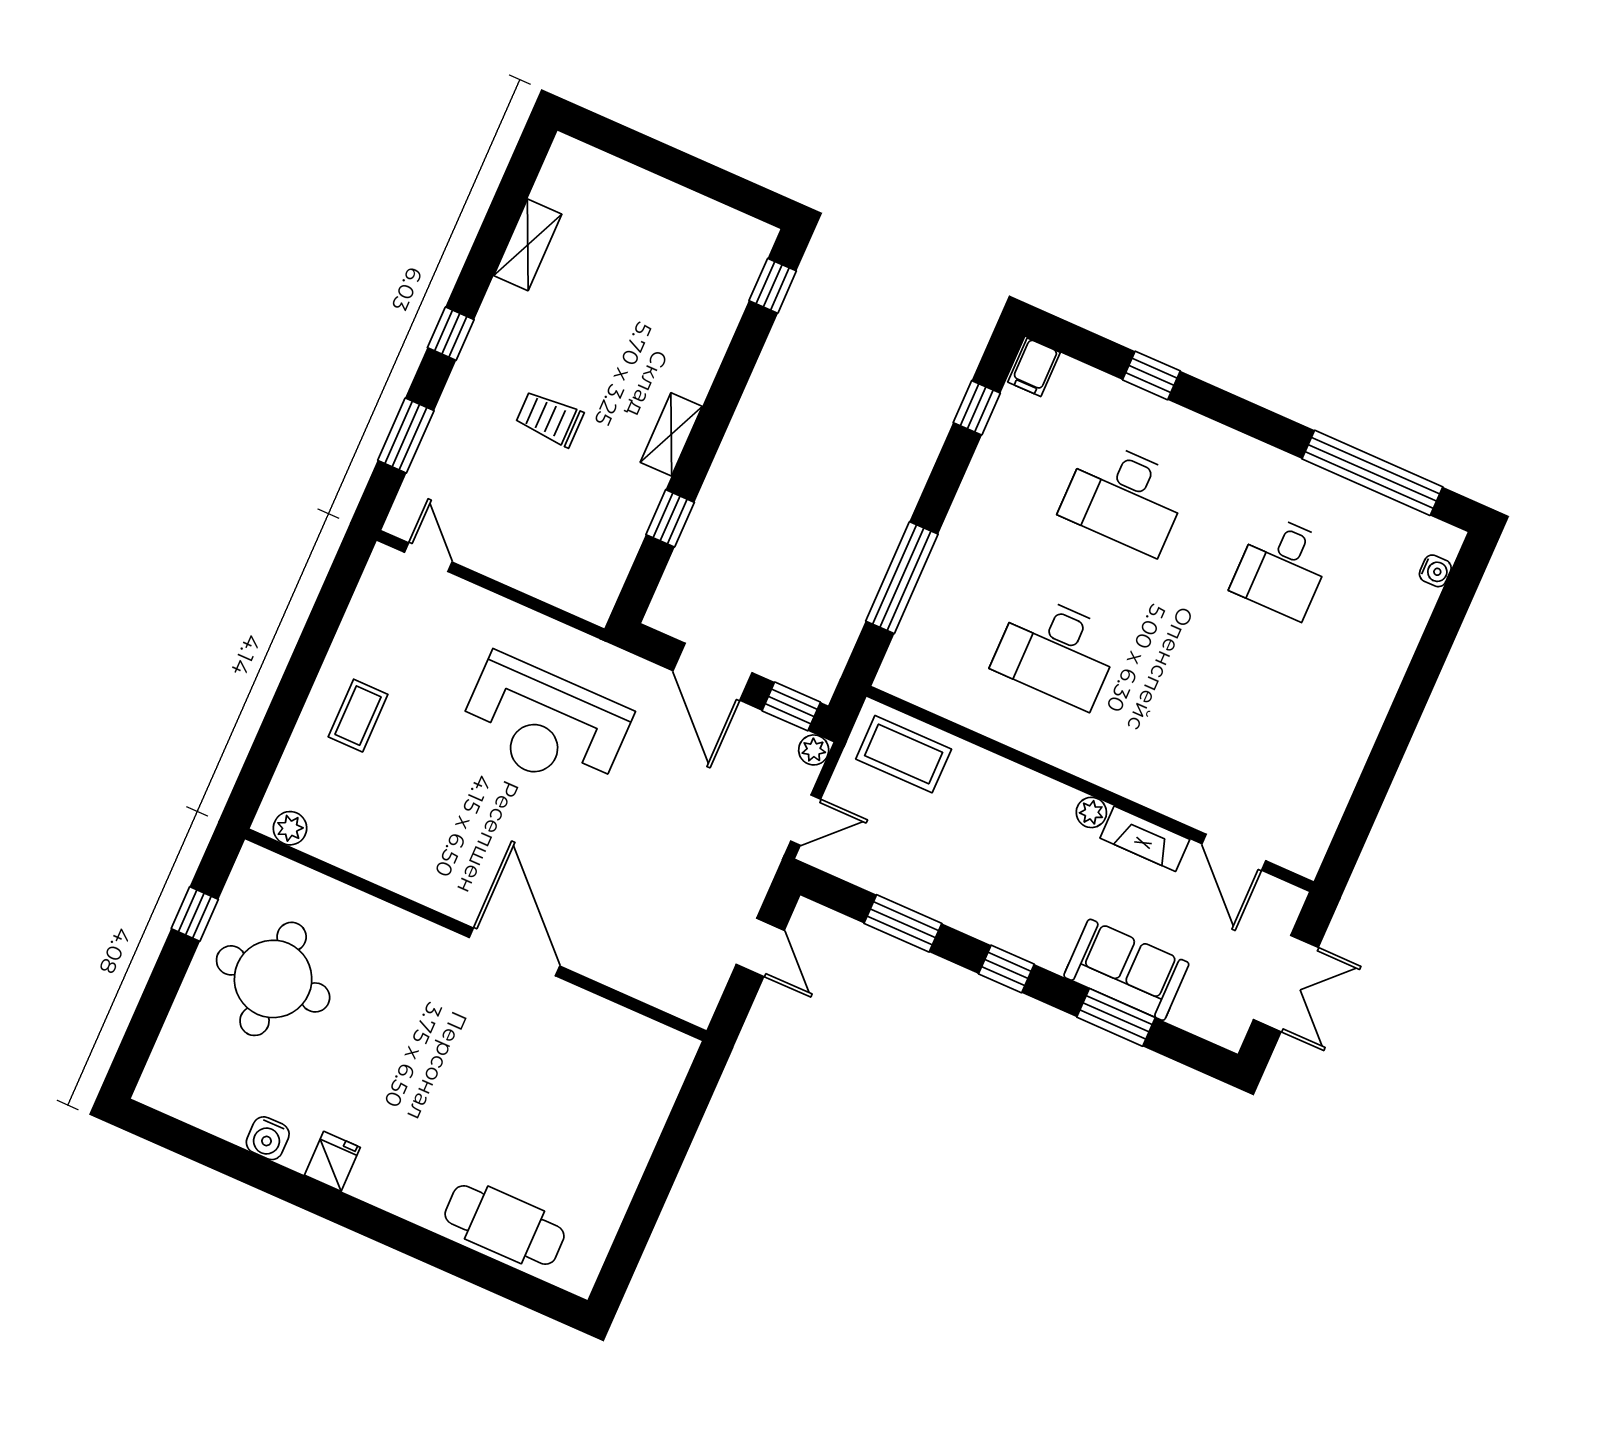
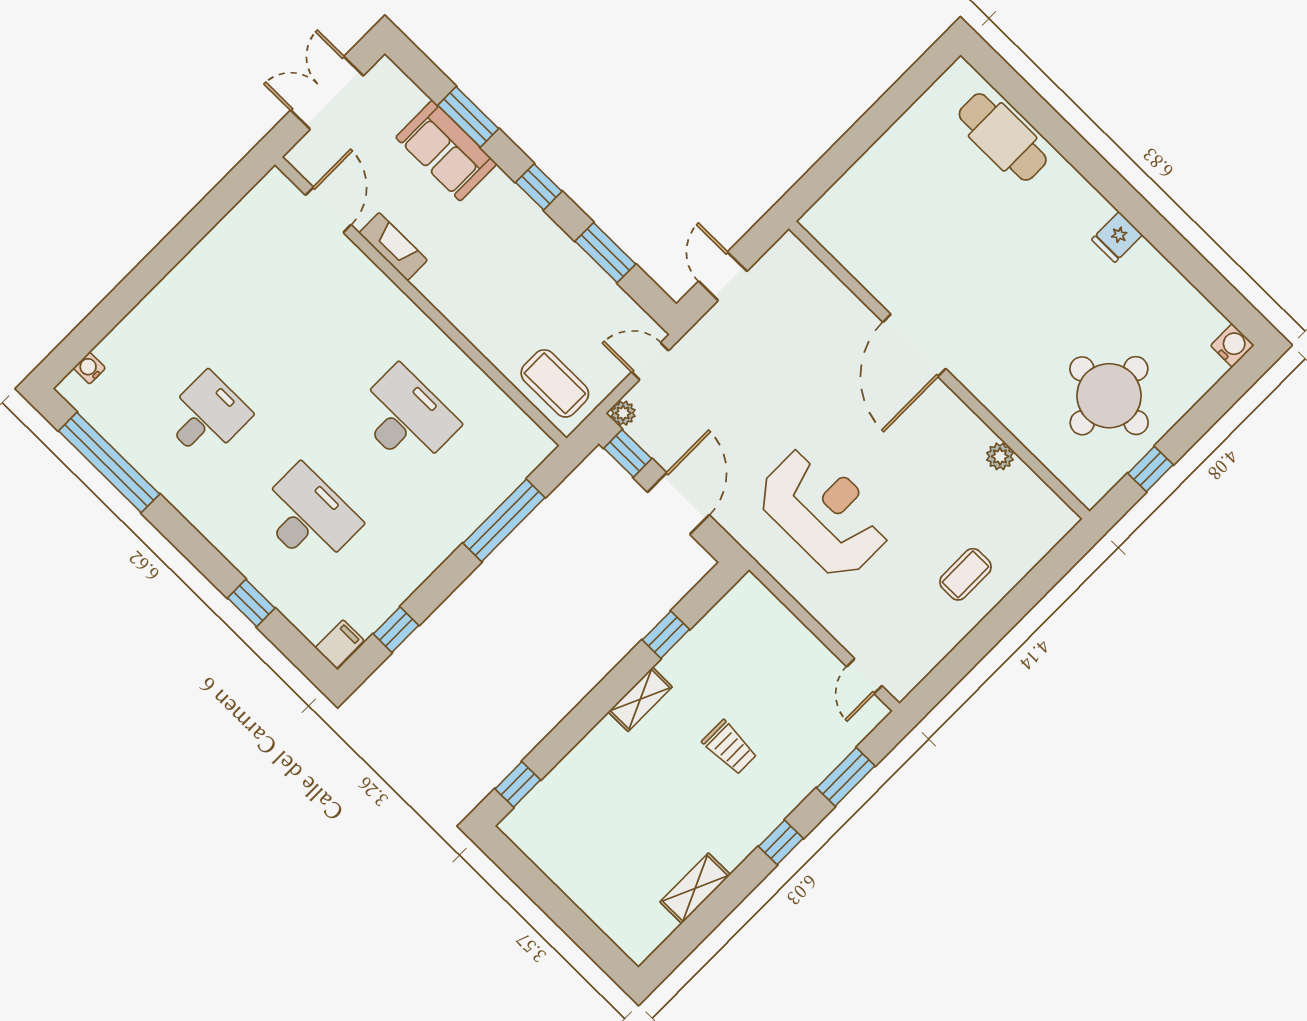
plant: (1091, 812) -> (427, 283), removed
plant: (290, 828) -> (1000, 456), moved
water cooler: (268, 1138) -> (1232, 345), moved

